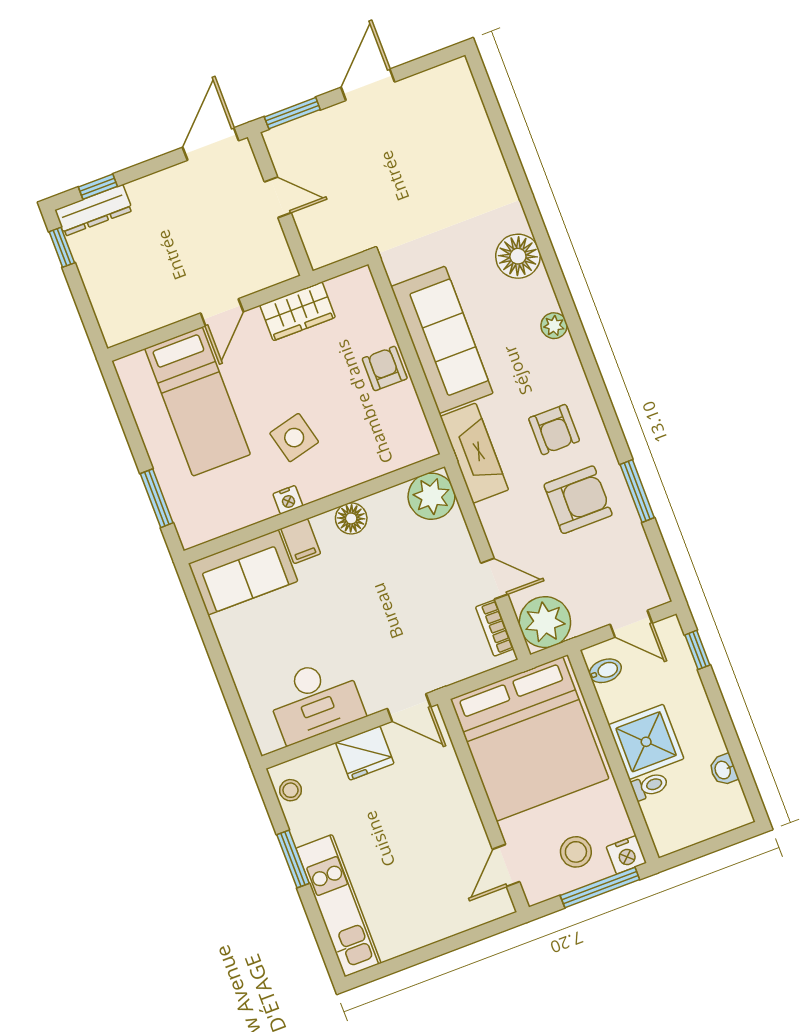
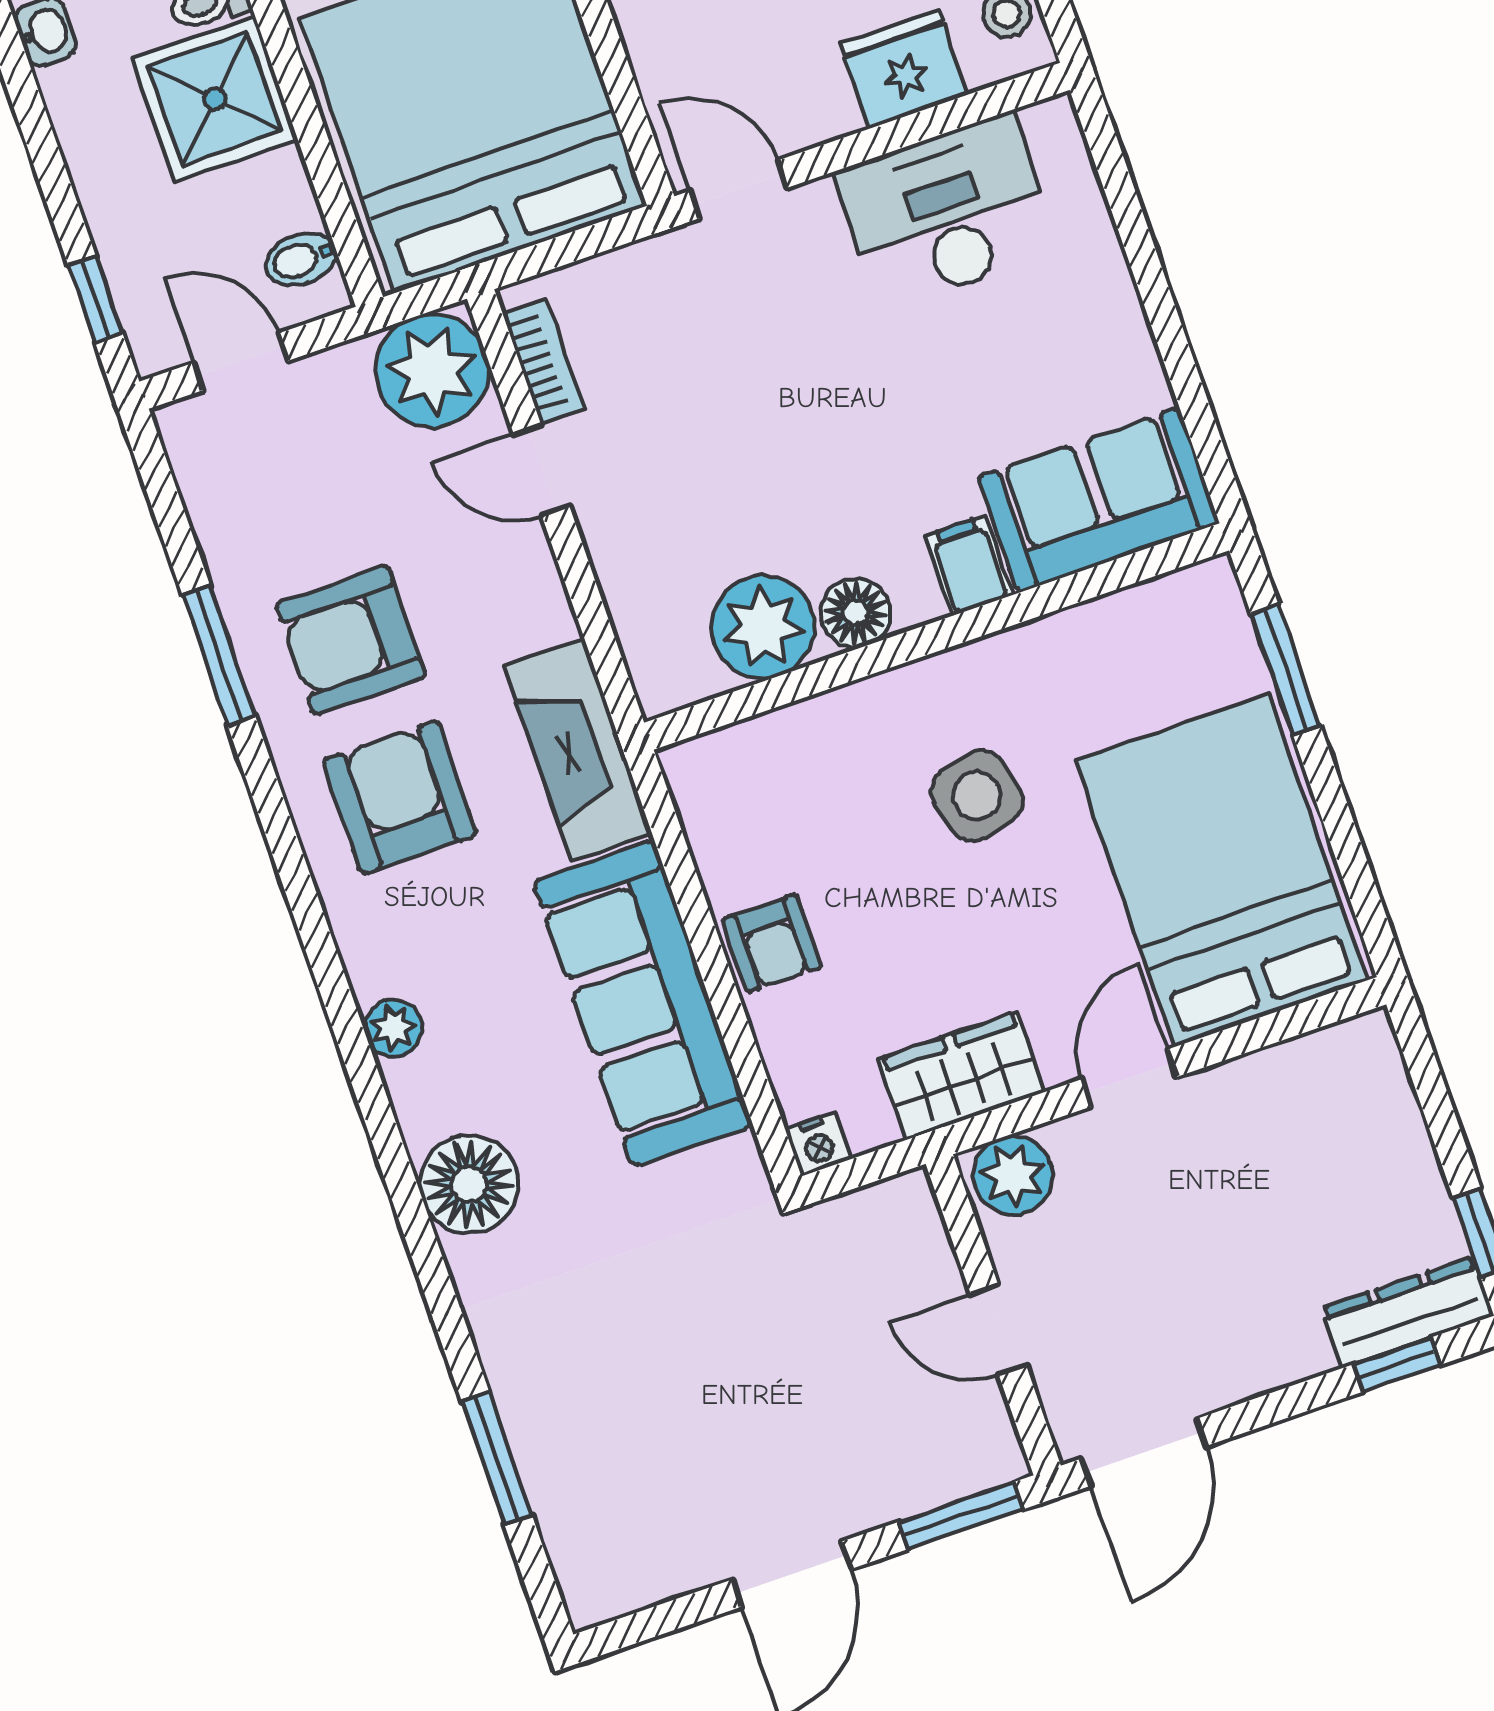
window: (502, 133) -> (497, 1458), added
plant: (273, 267) -> (1013, 1175), added
bed: (198, 402) -> (1221, 870), width x1.50
armchair: (554, 430) -> (400, 797), width x1.38, depth x1.38
plant: (431, 496) -> (763, 627), moved
nightstand: (288, 500) -> (818, 1144), moved, turned 180
fridge: (365, 753) -> (904, 69), moved

